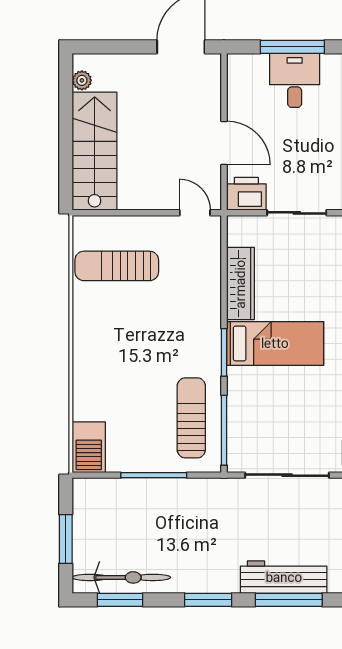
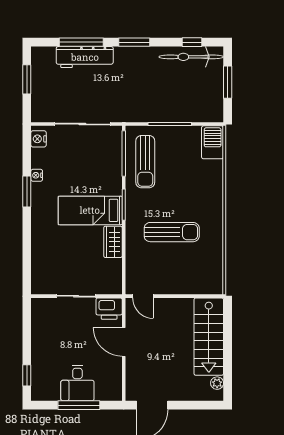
sun lounger: (117, 266) -> (172, 232), moved
wardrobe: (240, 284) -> (113, 242), width x0.67
window: (120, 600) -> (192, 42), width x0.67

